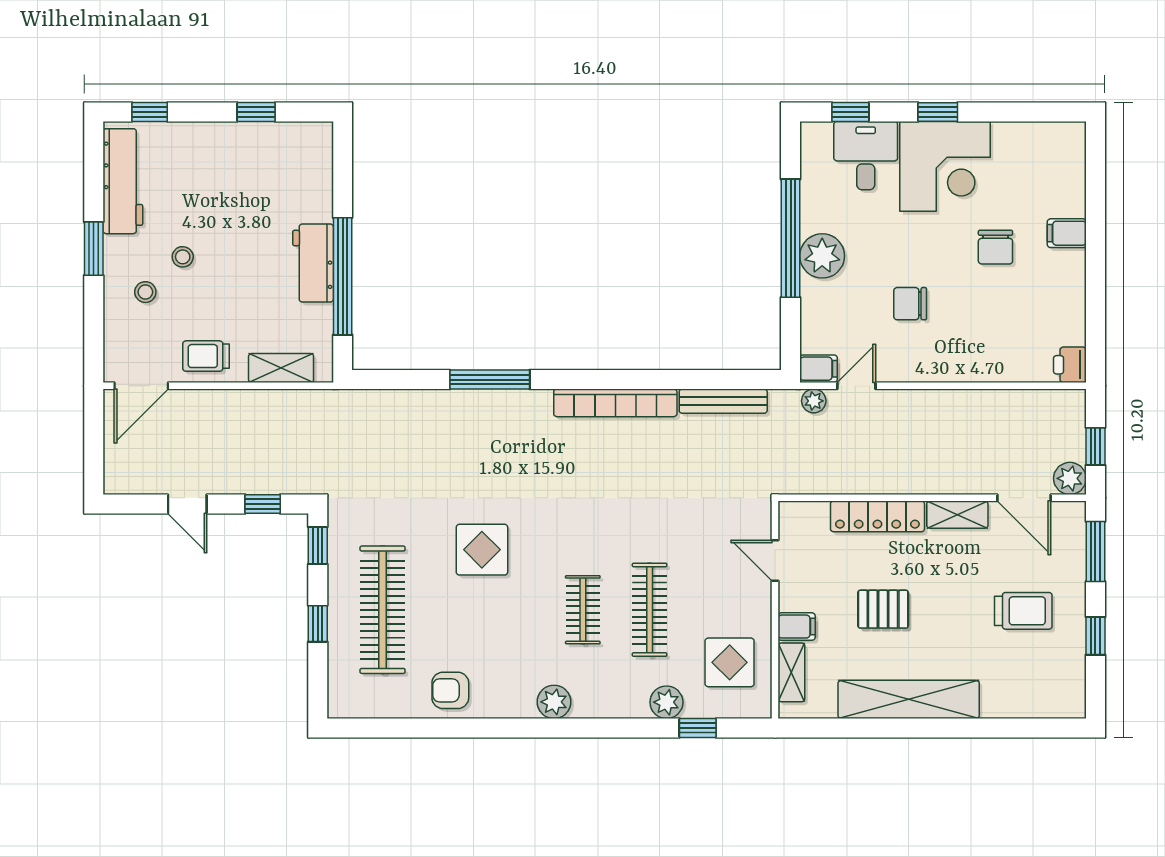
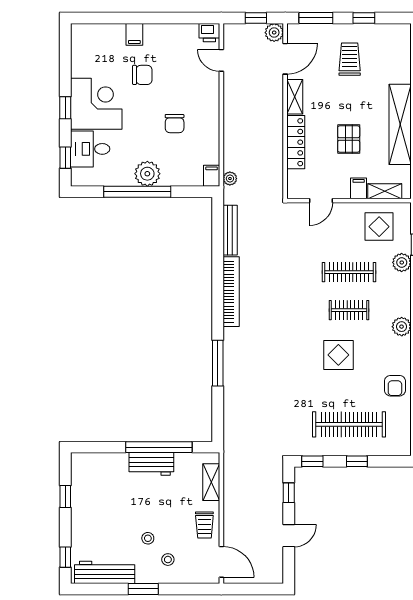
door: (856, 386) -> (221, 60), moved
display table: (482, 550) -> (338, 355), moved

